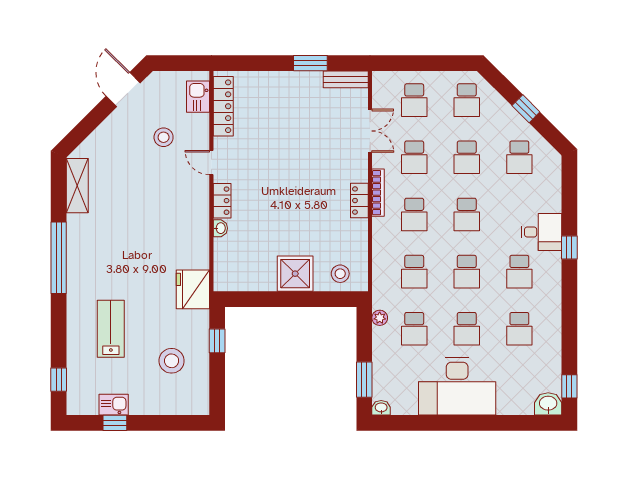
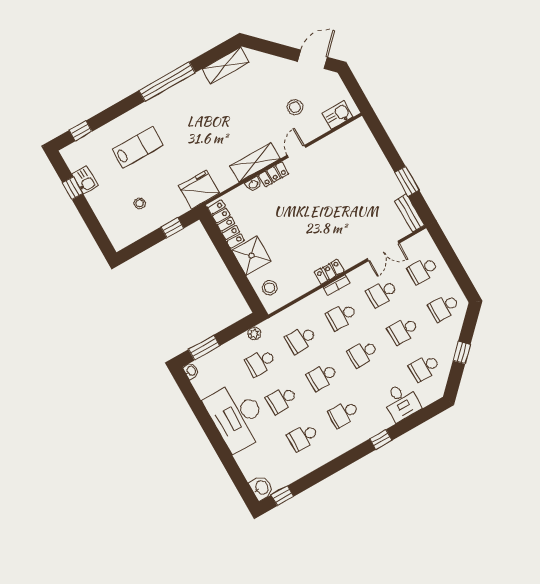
locker: (223, 106) -> (226, 224), moved, turned -90
bookcase: (378, 193) -> (336, 285), width x0.64
shelving: (198, 213) -> (255, 162), added
desk: (541, 232) -> (401, 402), moved
stool: (172, 361) -> (140, 203), width x0.53, depth x0.53

